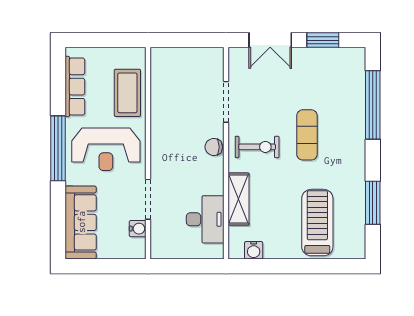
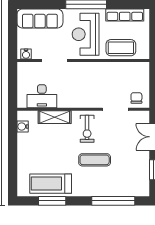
chair: (214, 147) -> (136, 98), moved
treadmill: (317, 223) -> (51, 184), moved, turned 180
water cooler: (138, 229) -> (26, 54), moved

